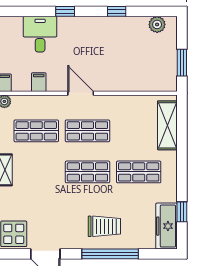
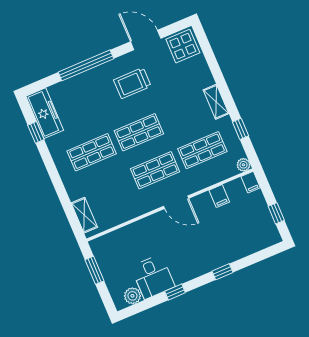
desk: (40, 34) -> (153, 277), moved
shelving: (167, 125) -> (84, 215), width x0.67, depth x0.75
trolley: (104, 226) -> (132, 83), moved

